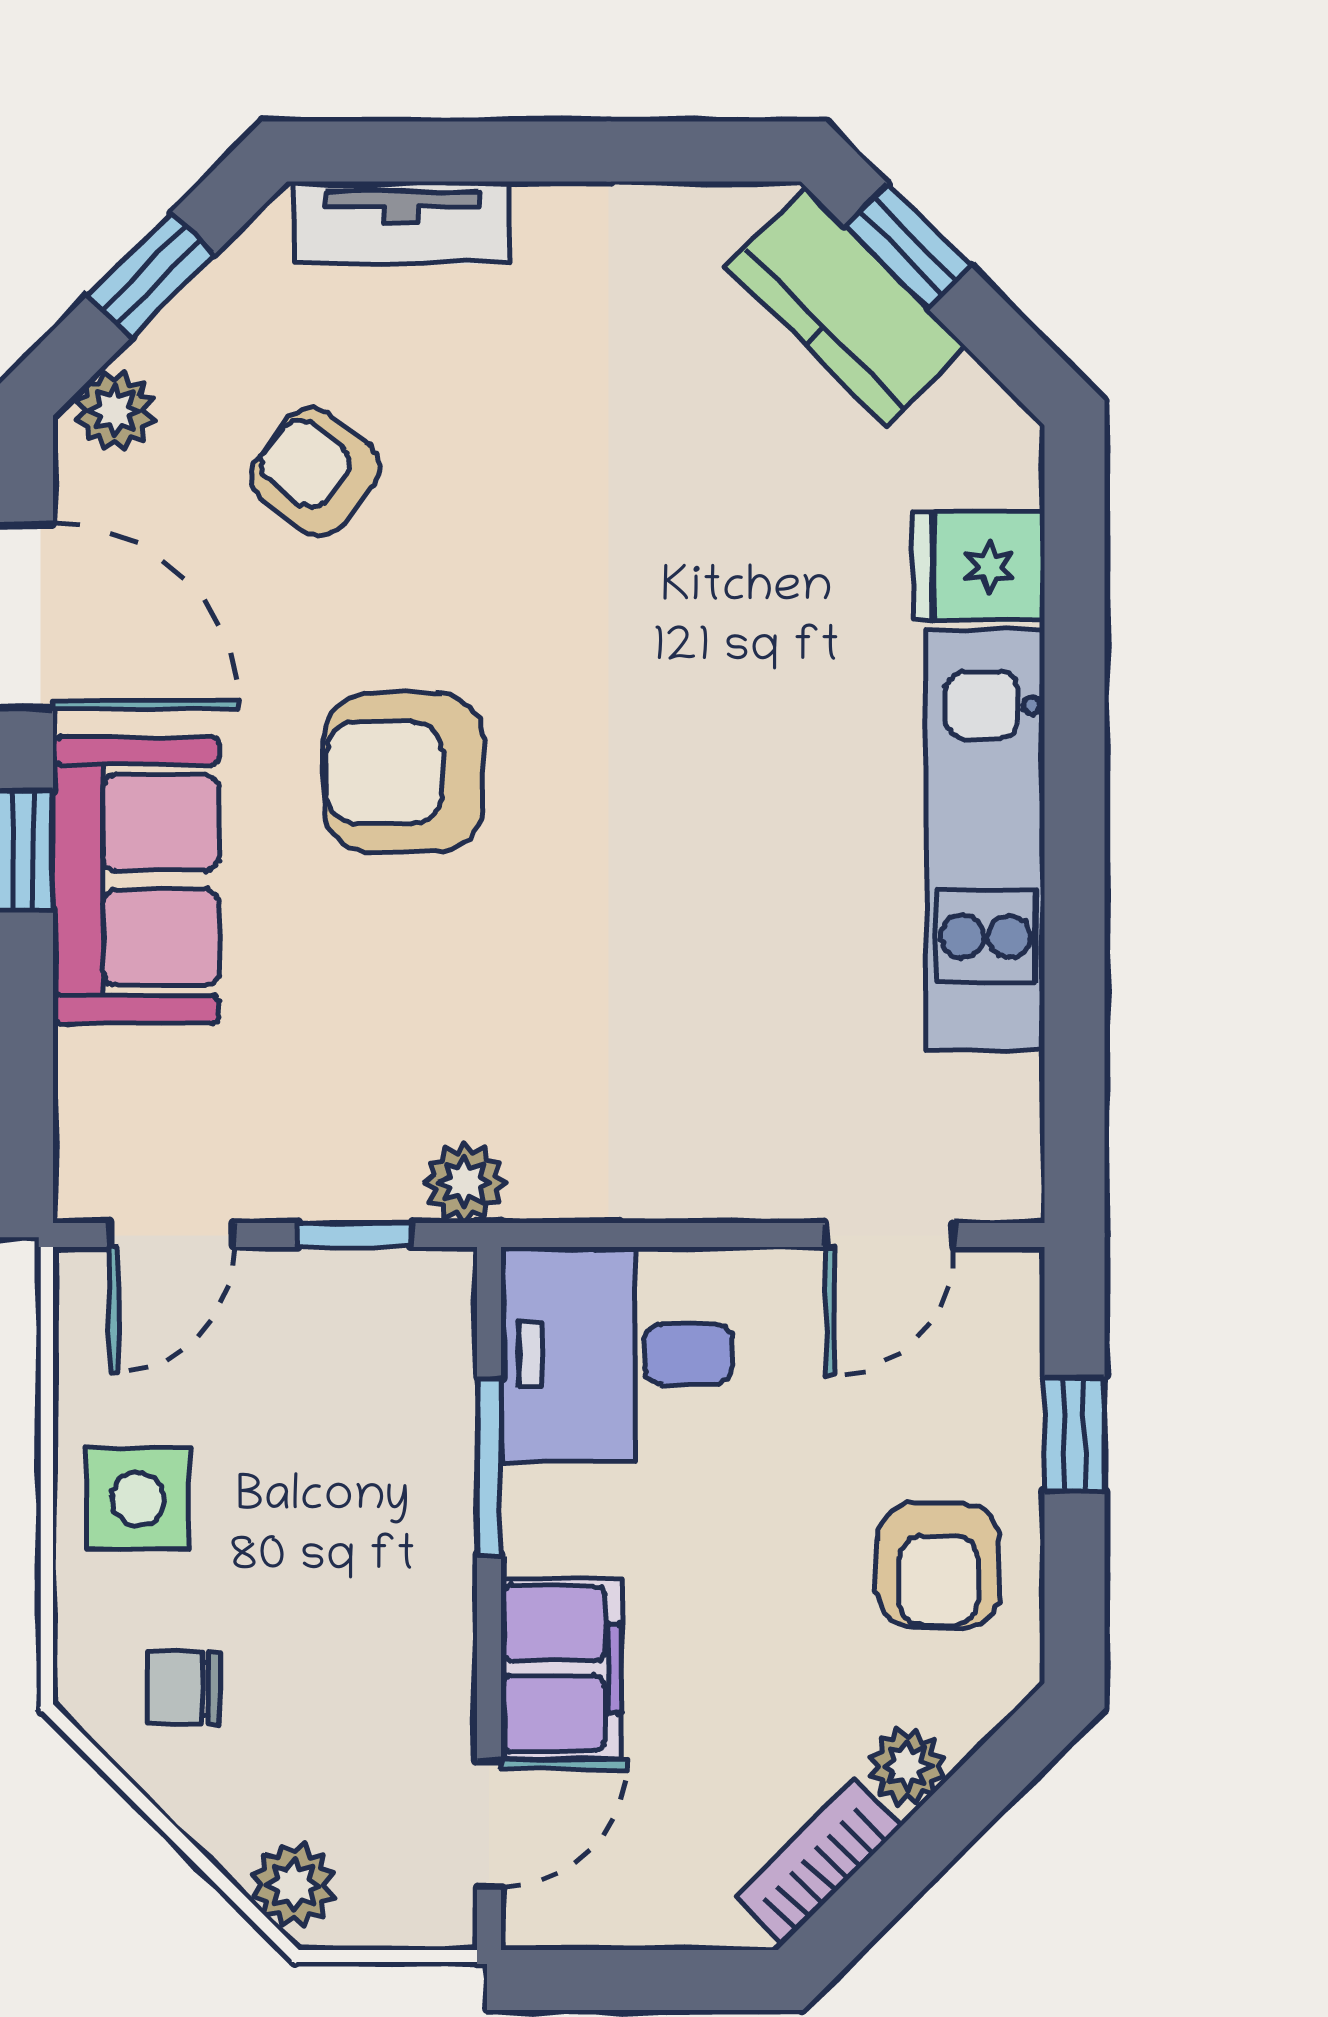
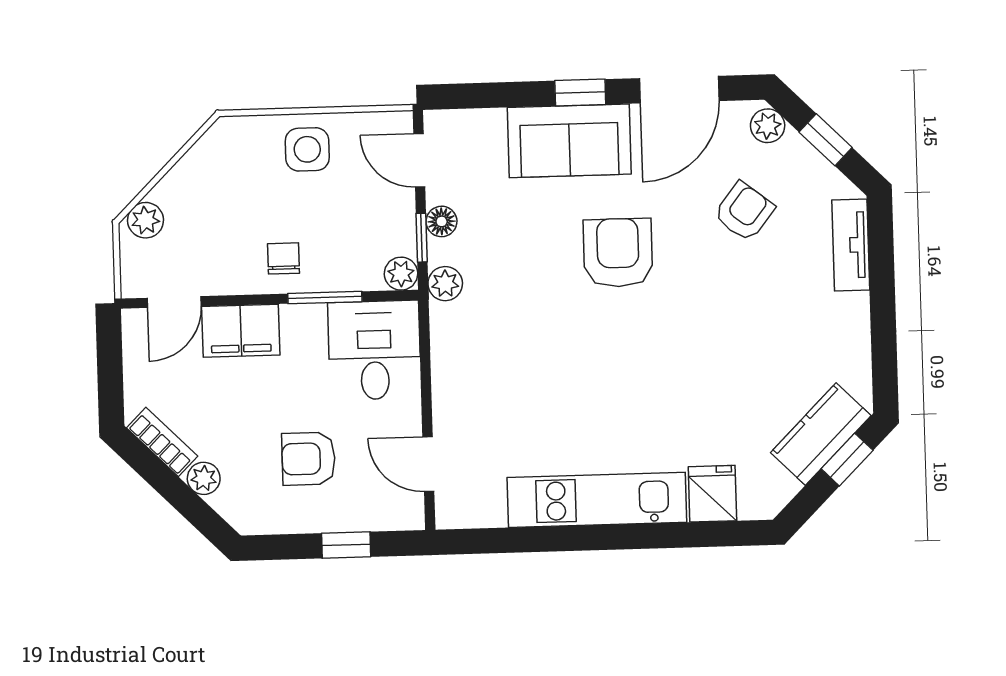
floor lamp: (318, 1187) -> (442, 221), added
plant: (438, 1286) -> (401, 274), added
armchair: (939, 1566) -> (309, 459), moved
chair: (184, 1688) -> (284, 258), moved
door: (489, 1824) -> (174, 302), hinge flipped

